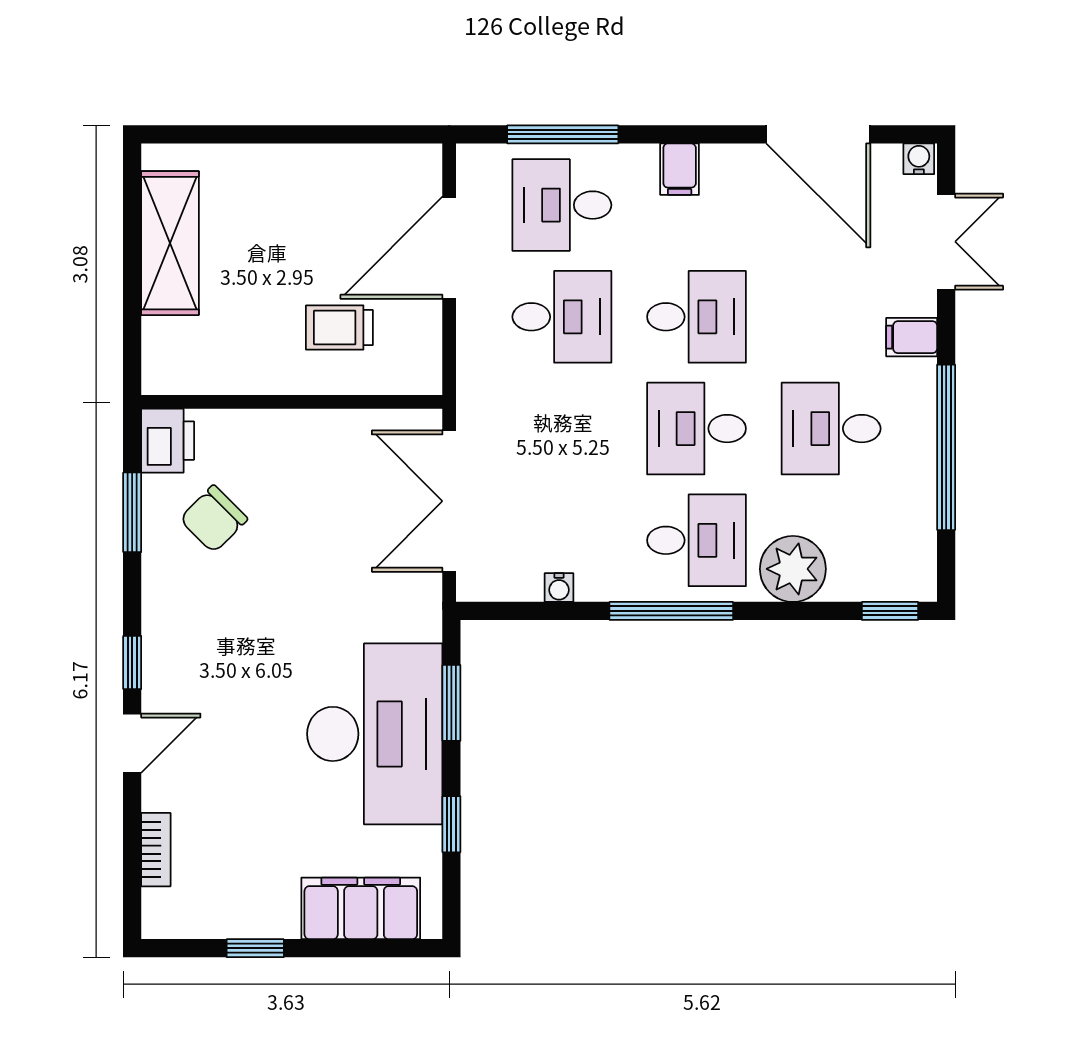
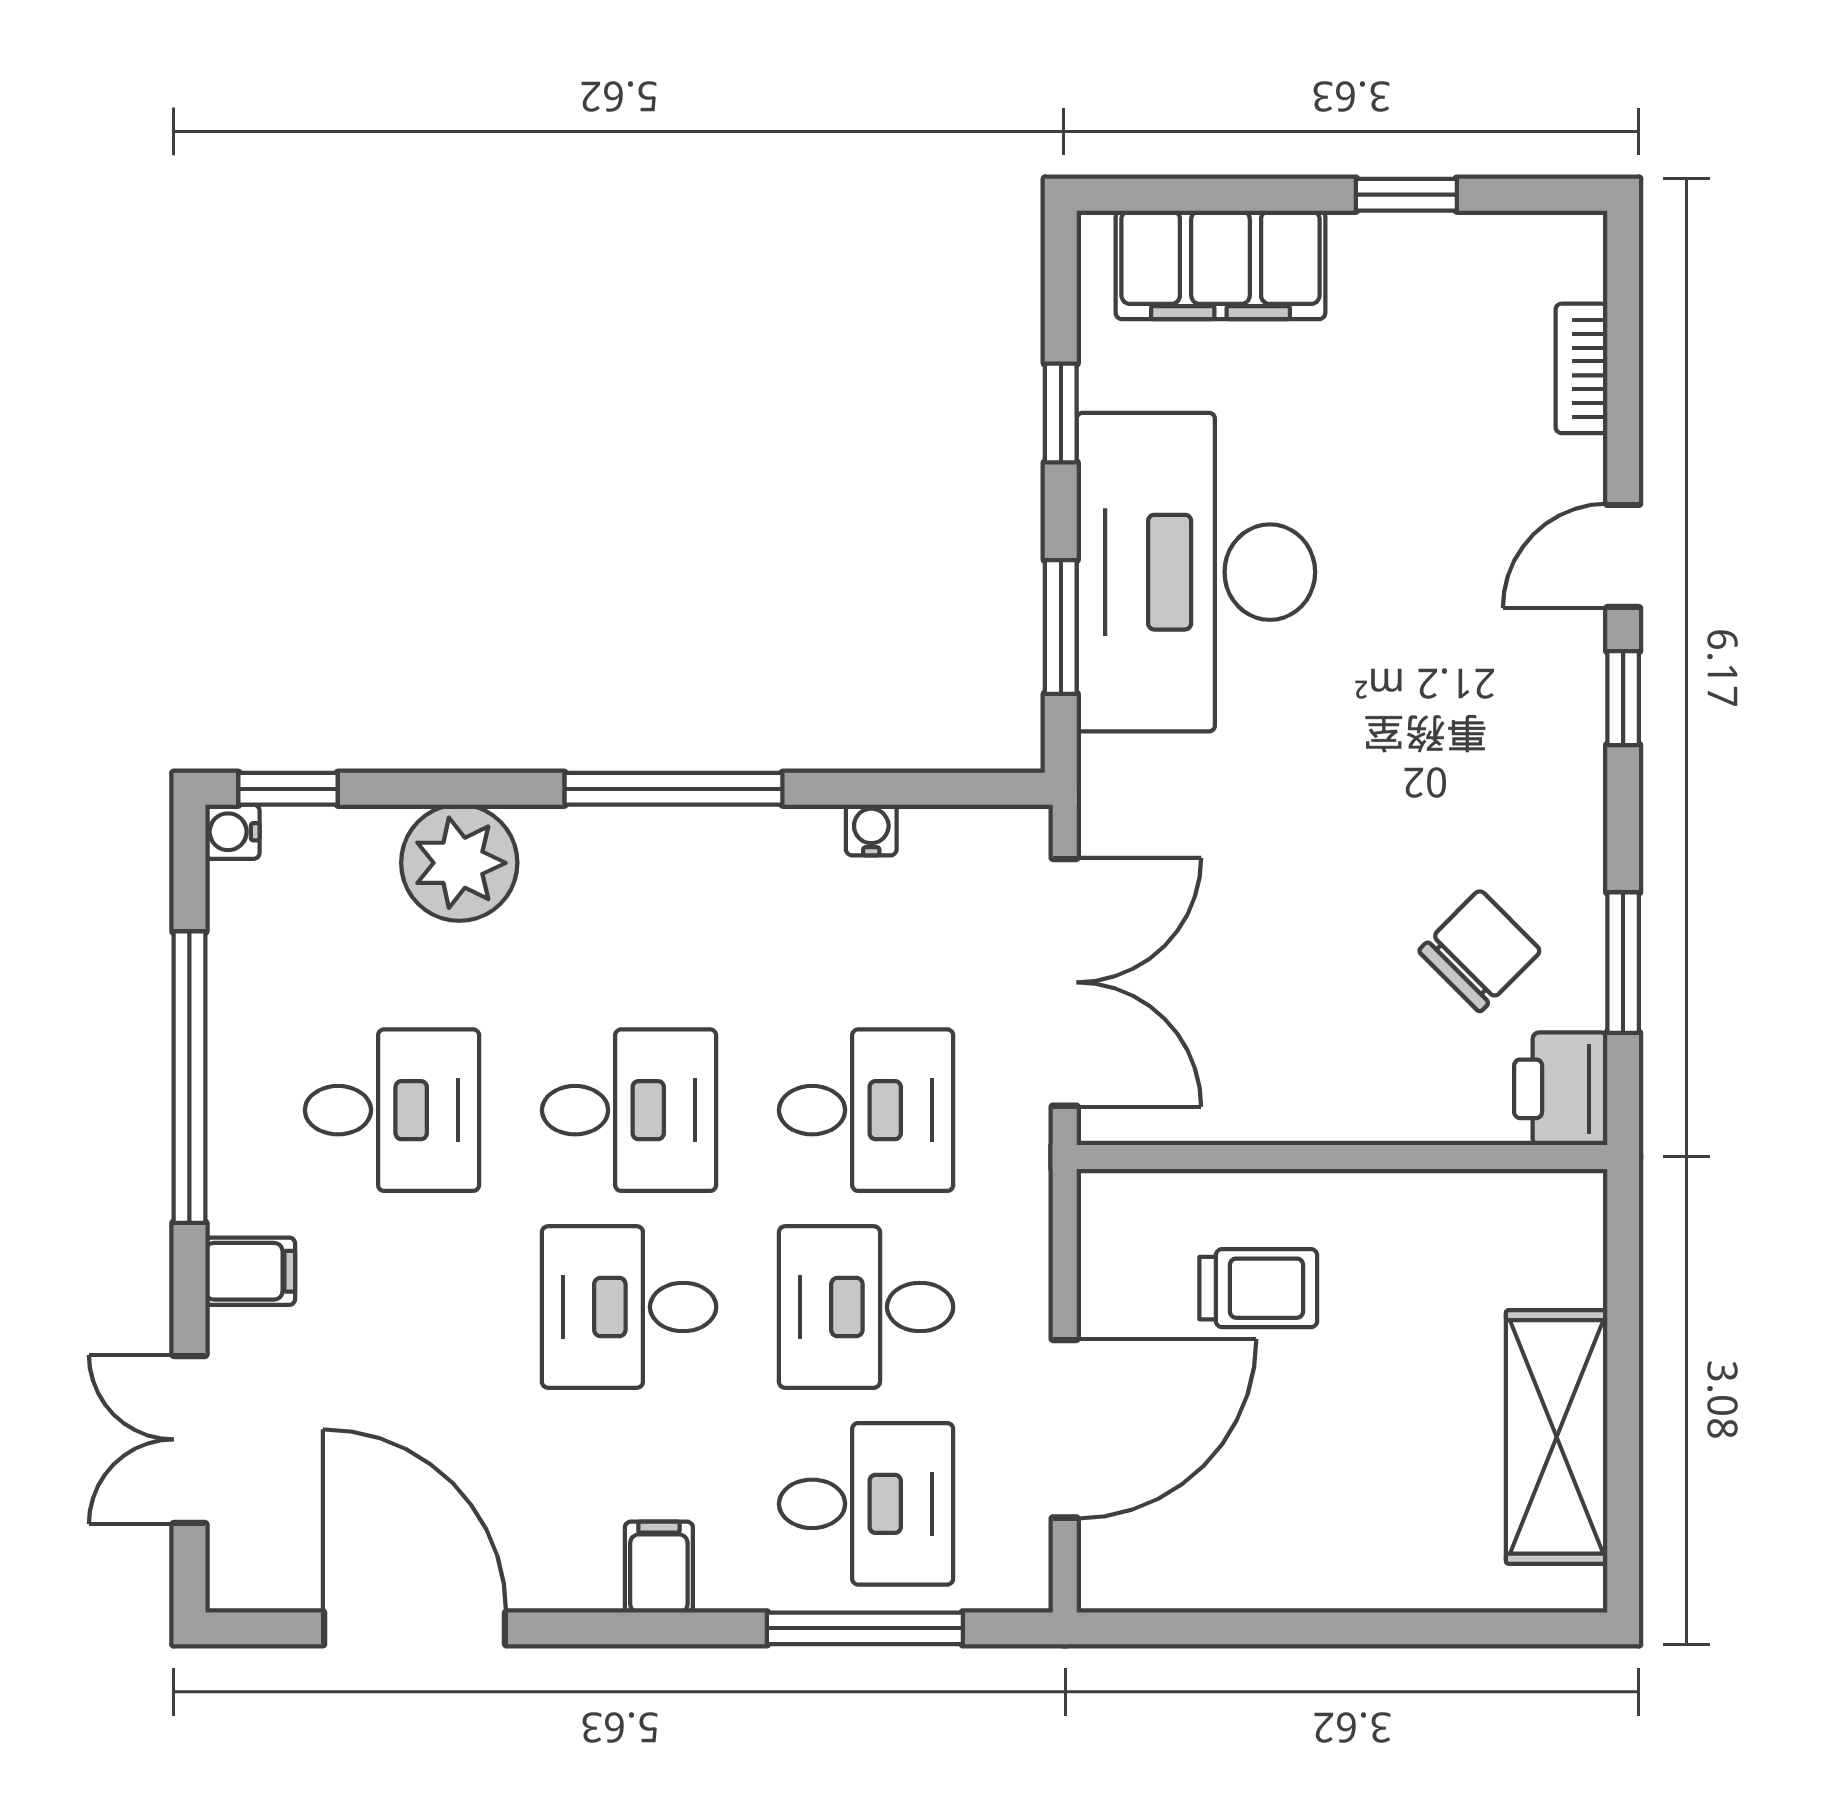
water cooler: (919, 159) -> (232, 832), moved, turned 90
desk: (697, 540) -> (866, 1110), moved, turned 180

